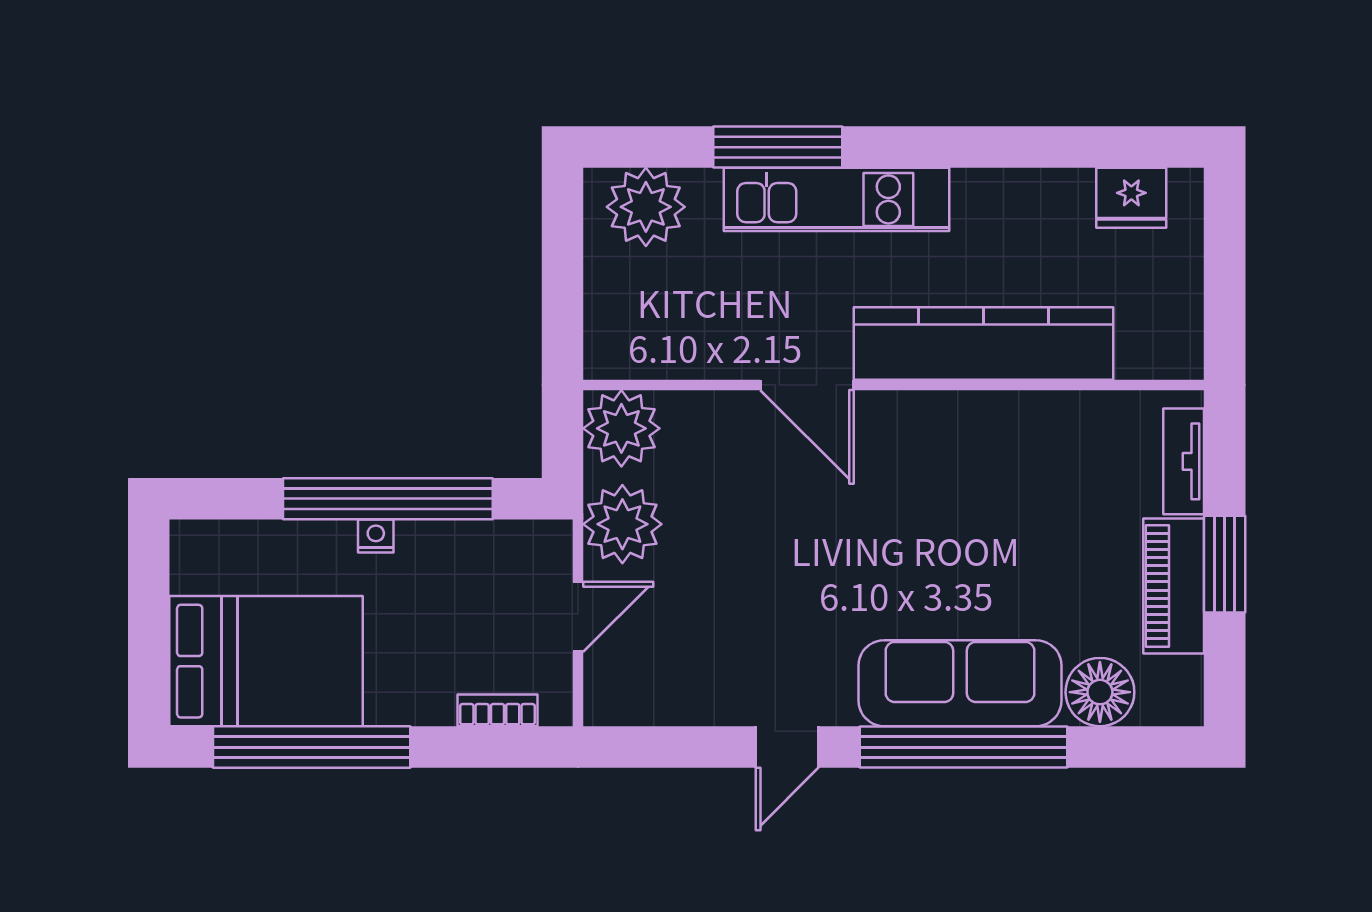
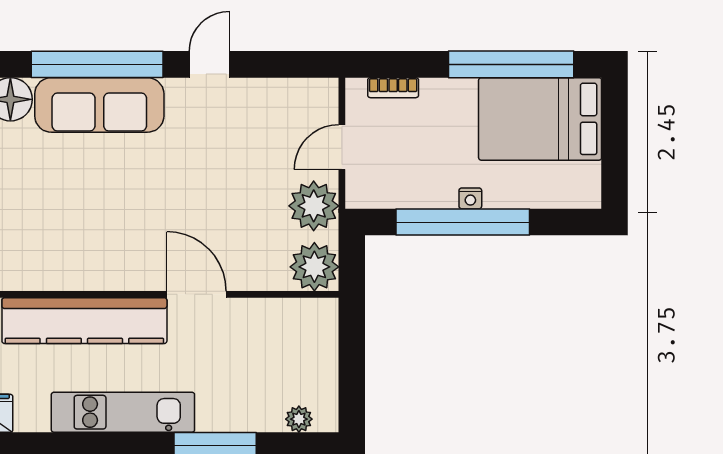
kitchen unit: (837, 199) -> (123, 412), moved
plant: (646, 207) -> (299, 419), width x0.53, depth x0.53

